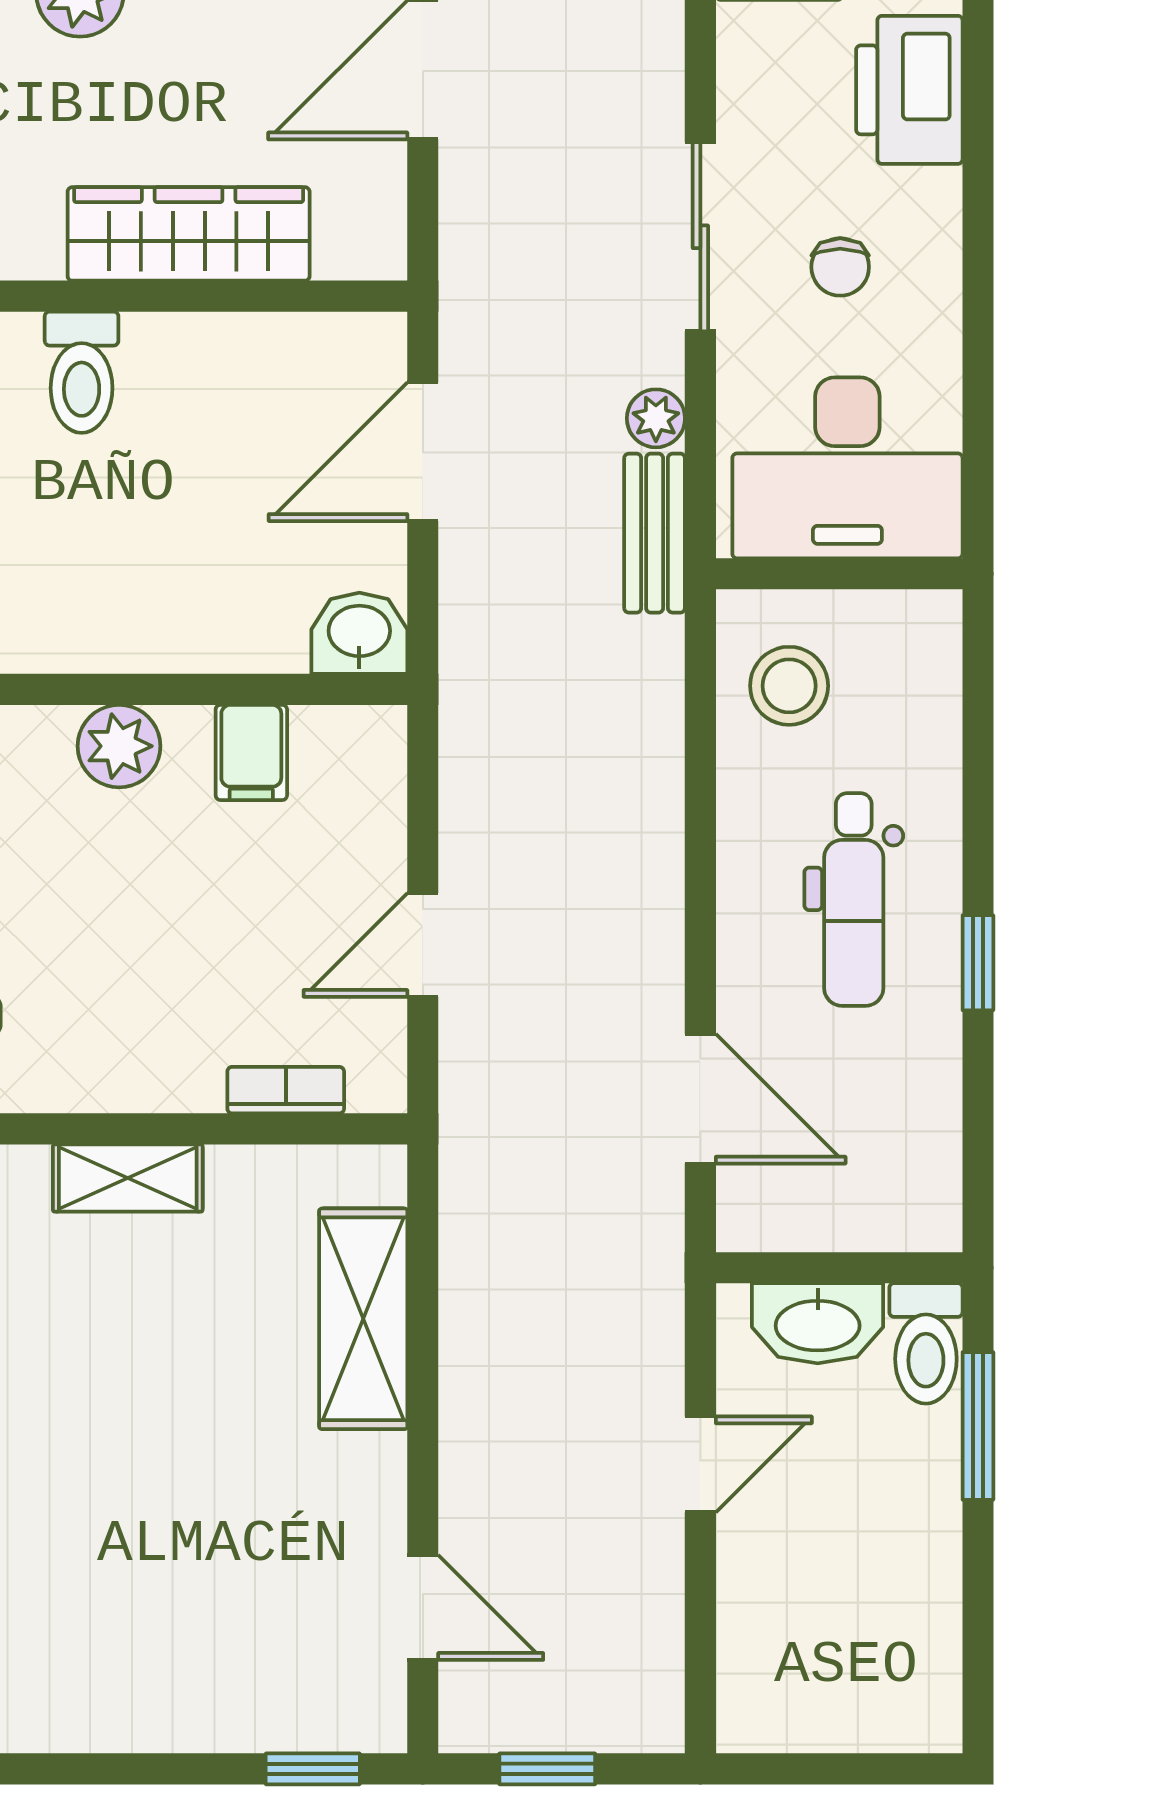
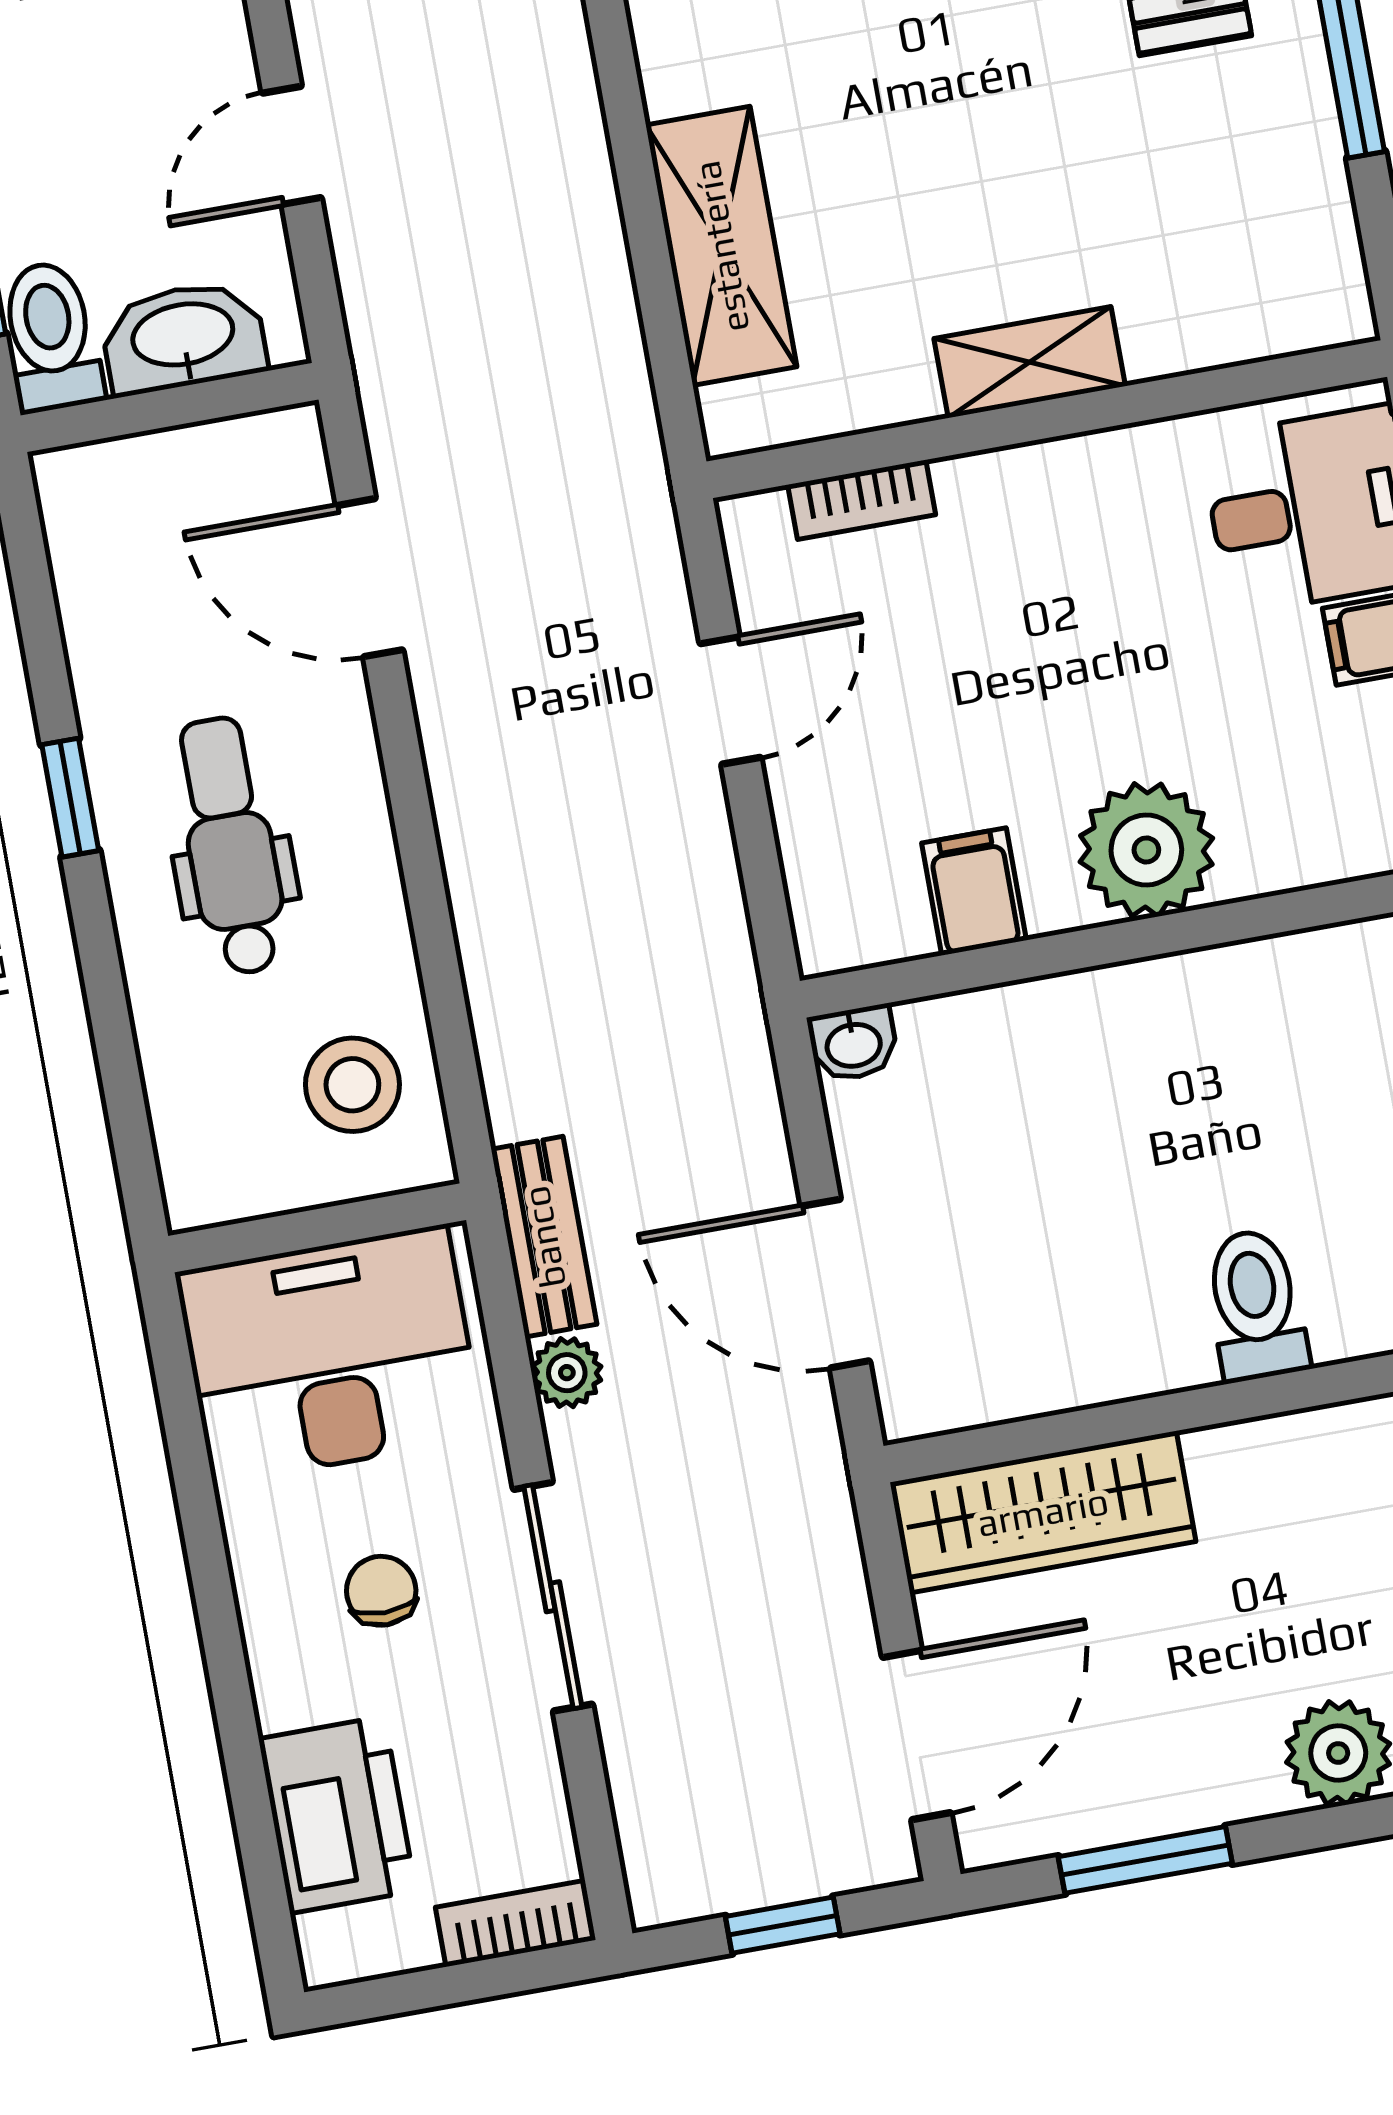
wardrobe: (189, 234) -> (1043, 1512), moved
door: (423, 452) -> (835, 1284), swing flipped
washbasin: (359, 633) -> (853, 1043), width x0.72, depth x0.69
plant: (119, 746) -> (1146, 850), width x1.36, depth x1.36

